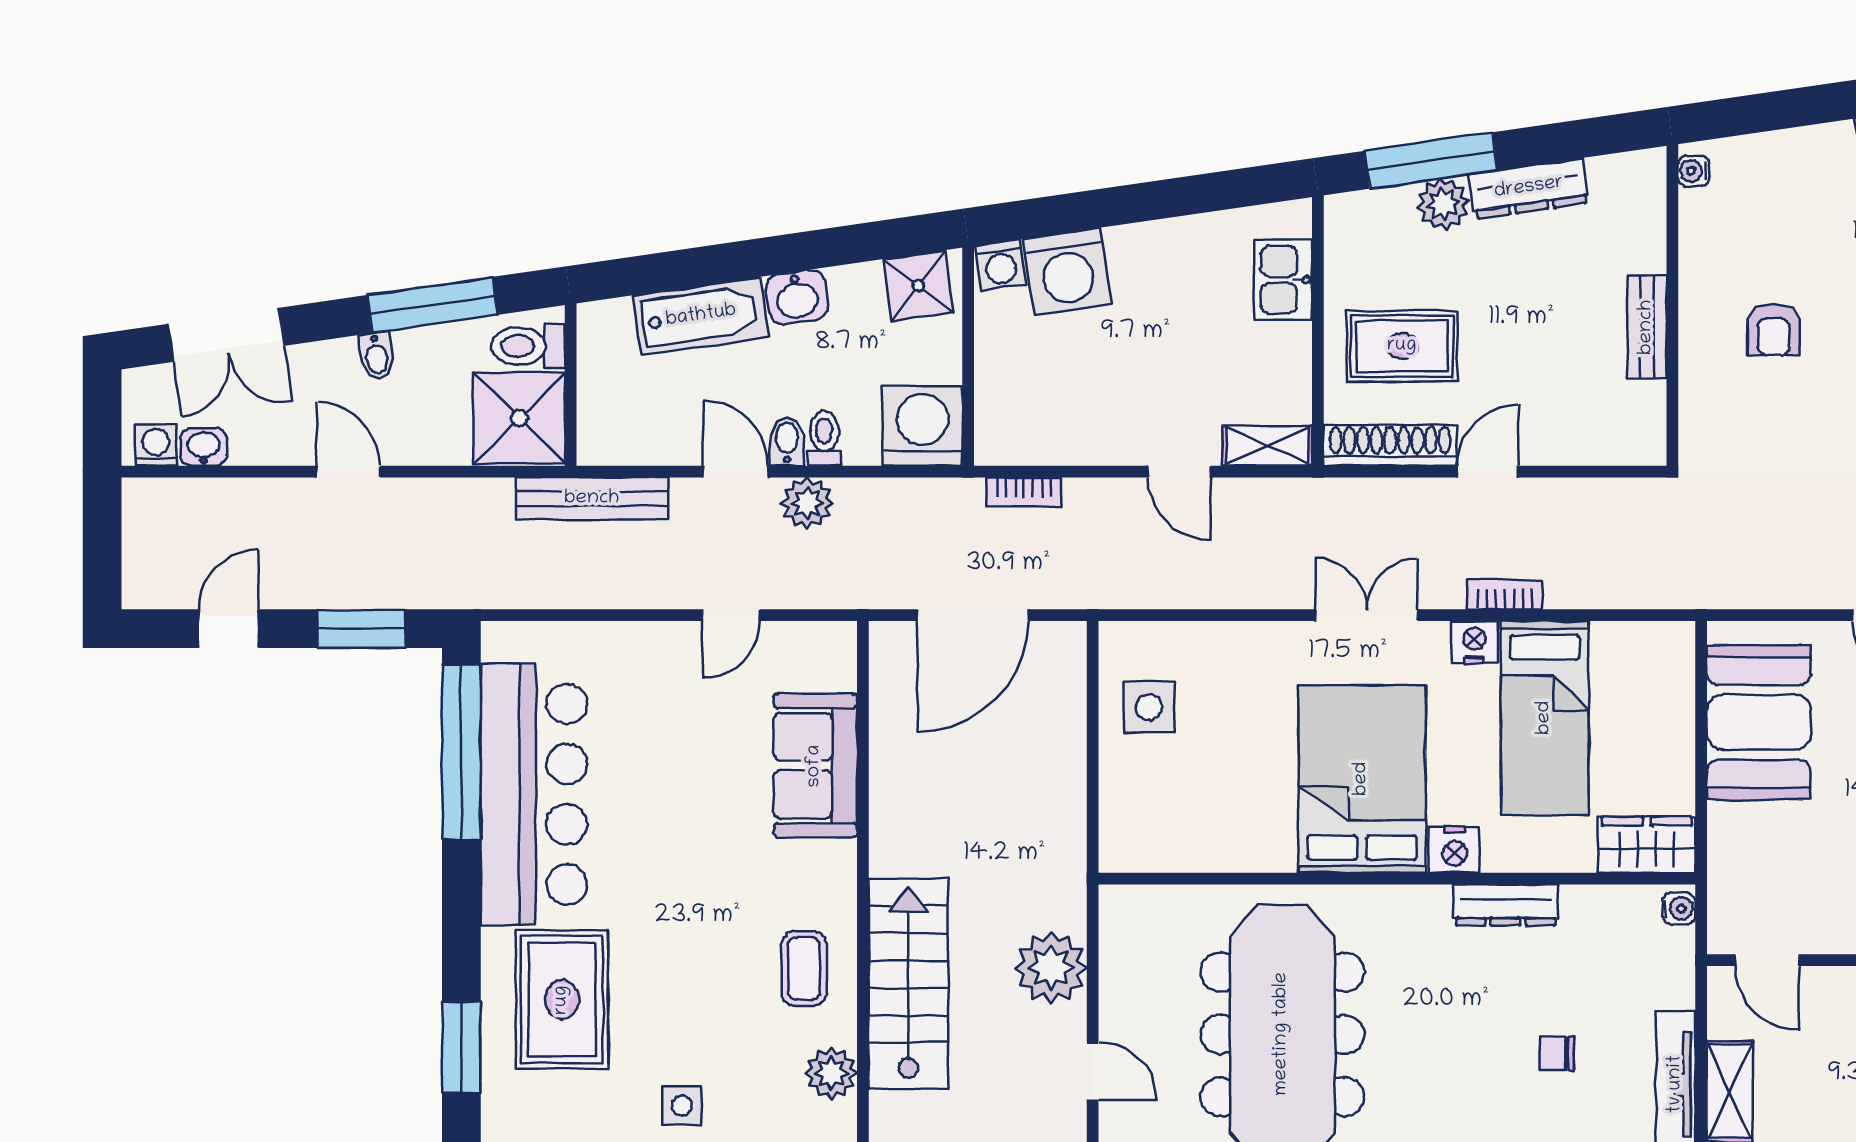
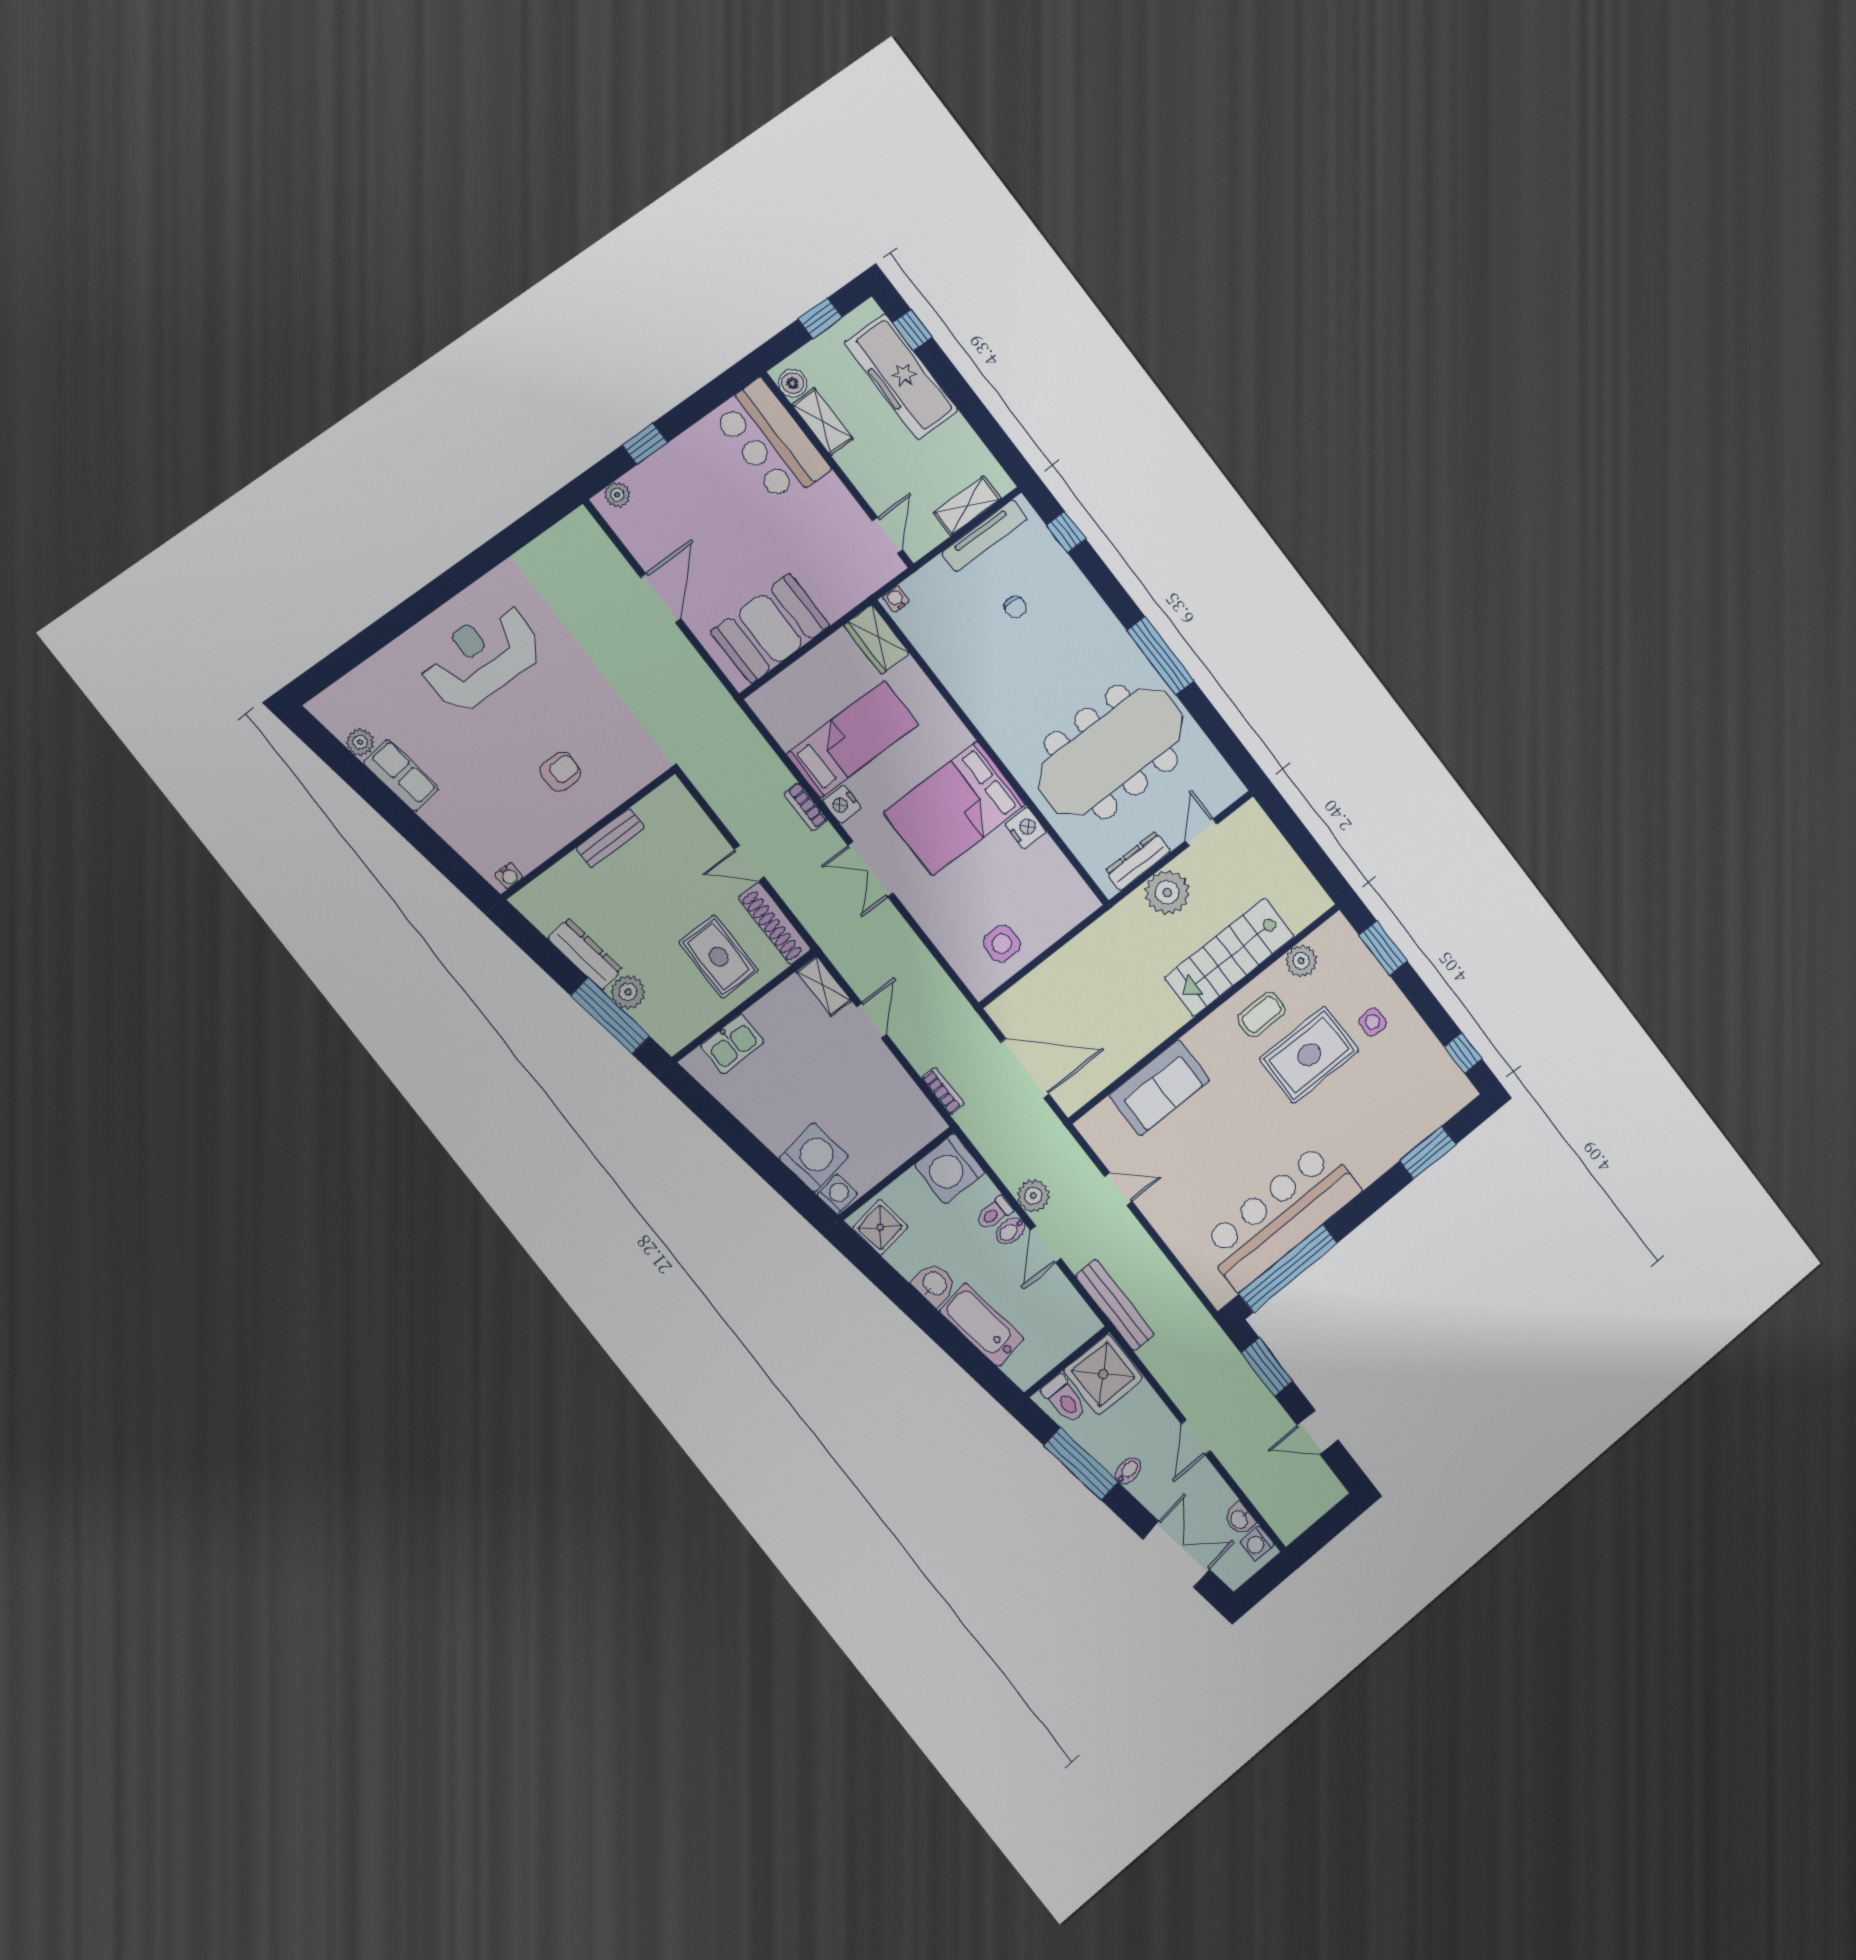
nightstand: (1454, 850) -> (1026, 828), moved
dresser: (1505, 905) -> (1138, 861), moved, turned -90
rug: (562, 1000) -> (1309, 1055), moved

